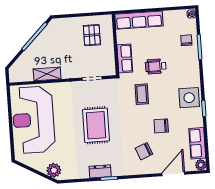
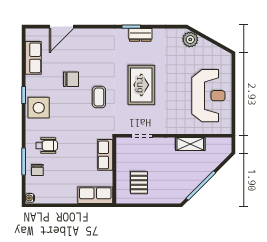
row of seats: (139, 20) -> (95, 195), width x0.68
wheelchair: (156, 66) -> (47, 146), moved
coffee table: (142, 94) -> (99, 97), moved
reception desk: (33, 120) -> (208, 96), width x0.74, depth x0.77
chair: (144, 151) -> (92, 53), removed
plant: (201, 165) -> (31, 34), removed

